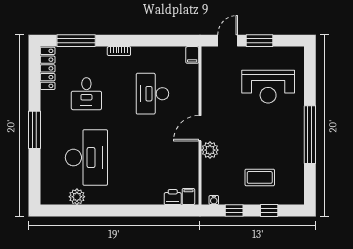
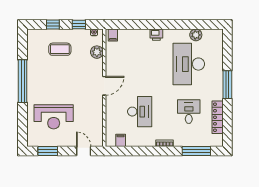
door: (228, 41) -> (84, 151), swing flipped
window: (260, 41) -> (48, 151), moved
filing cabinet: (192, 55) -> (121, 140), moved
locker: (48, 68) -> (218, 117), moved
reception desk: (268, 87) -> (54, 117), turned 180
plant: (210, 150) -> (97, 52), moved
printer: (173, 197) -> (156, 35), moved

